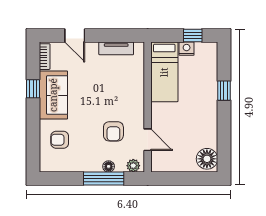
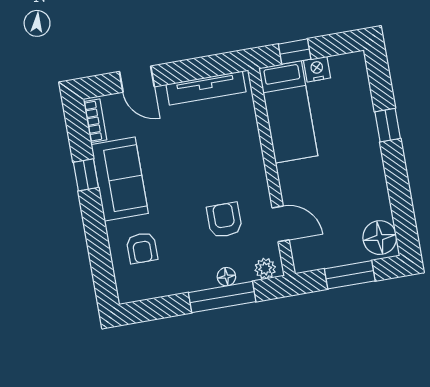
window: (193, 35) -> (295, 52), moved
tv unit: (116, 48) -> (206, 88), width x1.41
armchair: (113, 131) -> (224, 220), turned 180
armchair: (60, 140) -> (142, 248), turned -90
window: (185, 179) -> (350, 275), added

